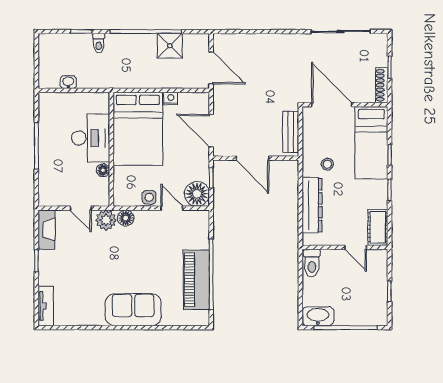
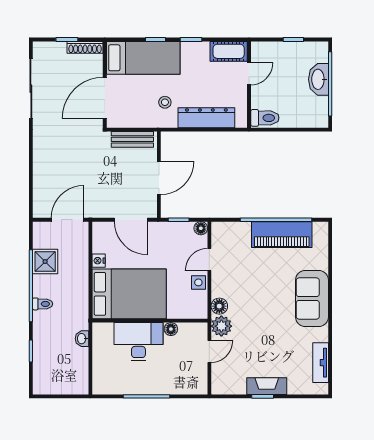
toilet: (99, 43) -> (43, 304), moved
washbasin: (68, 82) -> (82, 339), moved
door: (211, 131) -> (131, 220), hinge flipped
floor lamp: (197, 194) -> (201, 228), width x0.53, depth x0.53
fireplace: (47, 230) -> (267, 386), moved
tv unit: (46, 306) -> (321, 363), moved, turned -90
washbasin: (318, 316) -> (319, 79), moved

